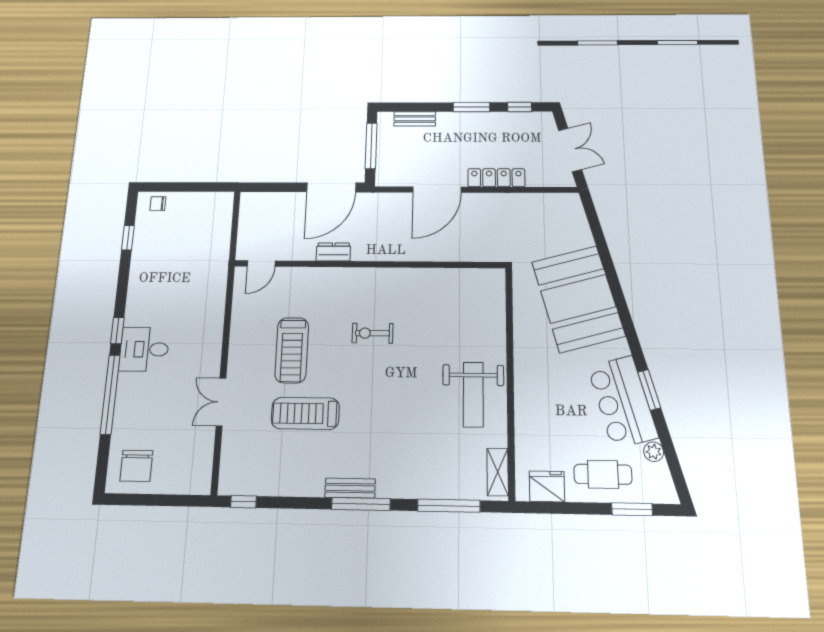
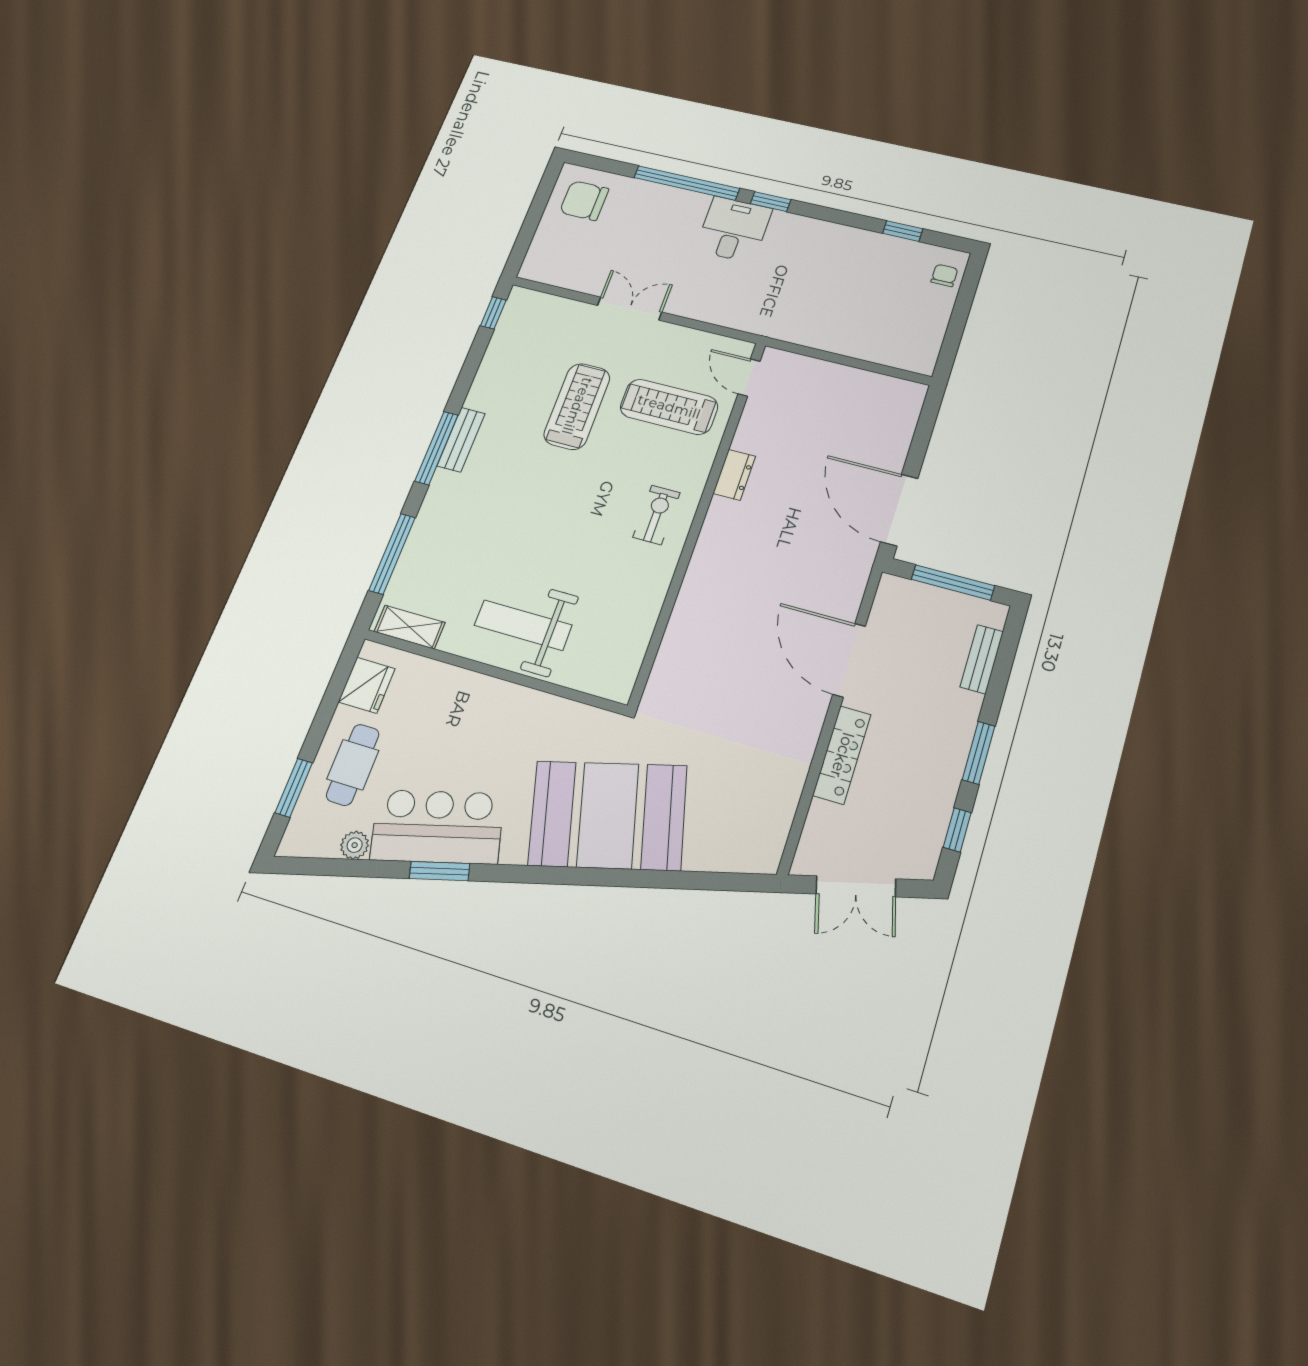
dresser: (333, 252) -> (734, 475), moved
door: (261, 264) -> (749, 378), moved
wall: (369, 264) -> (699, 518), moved

